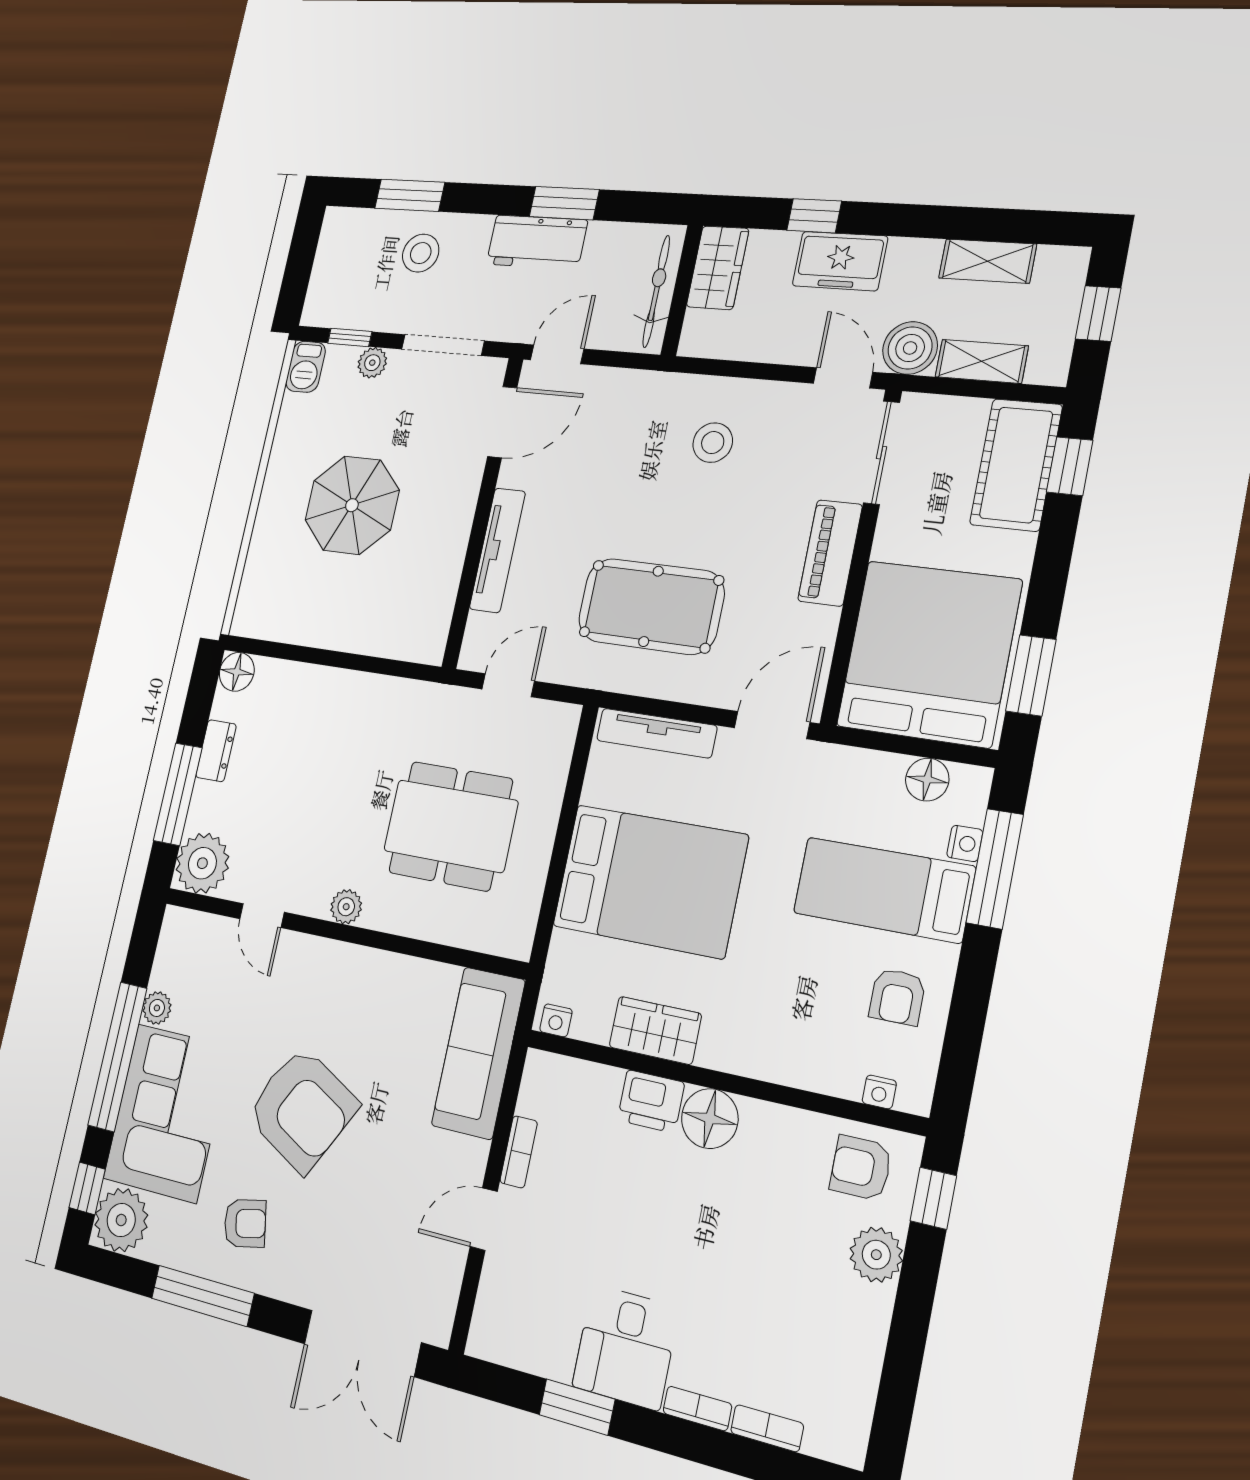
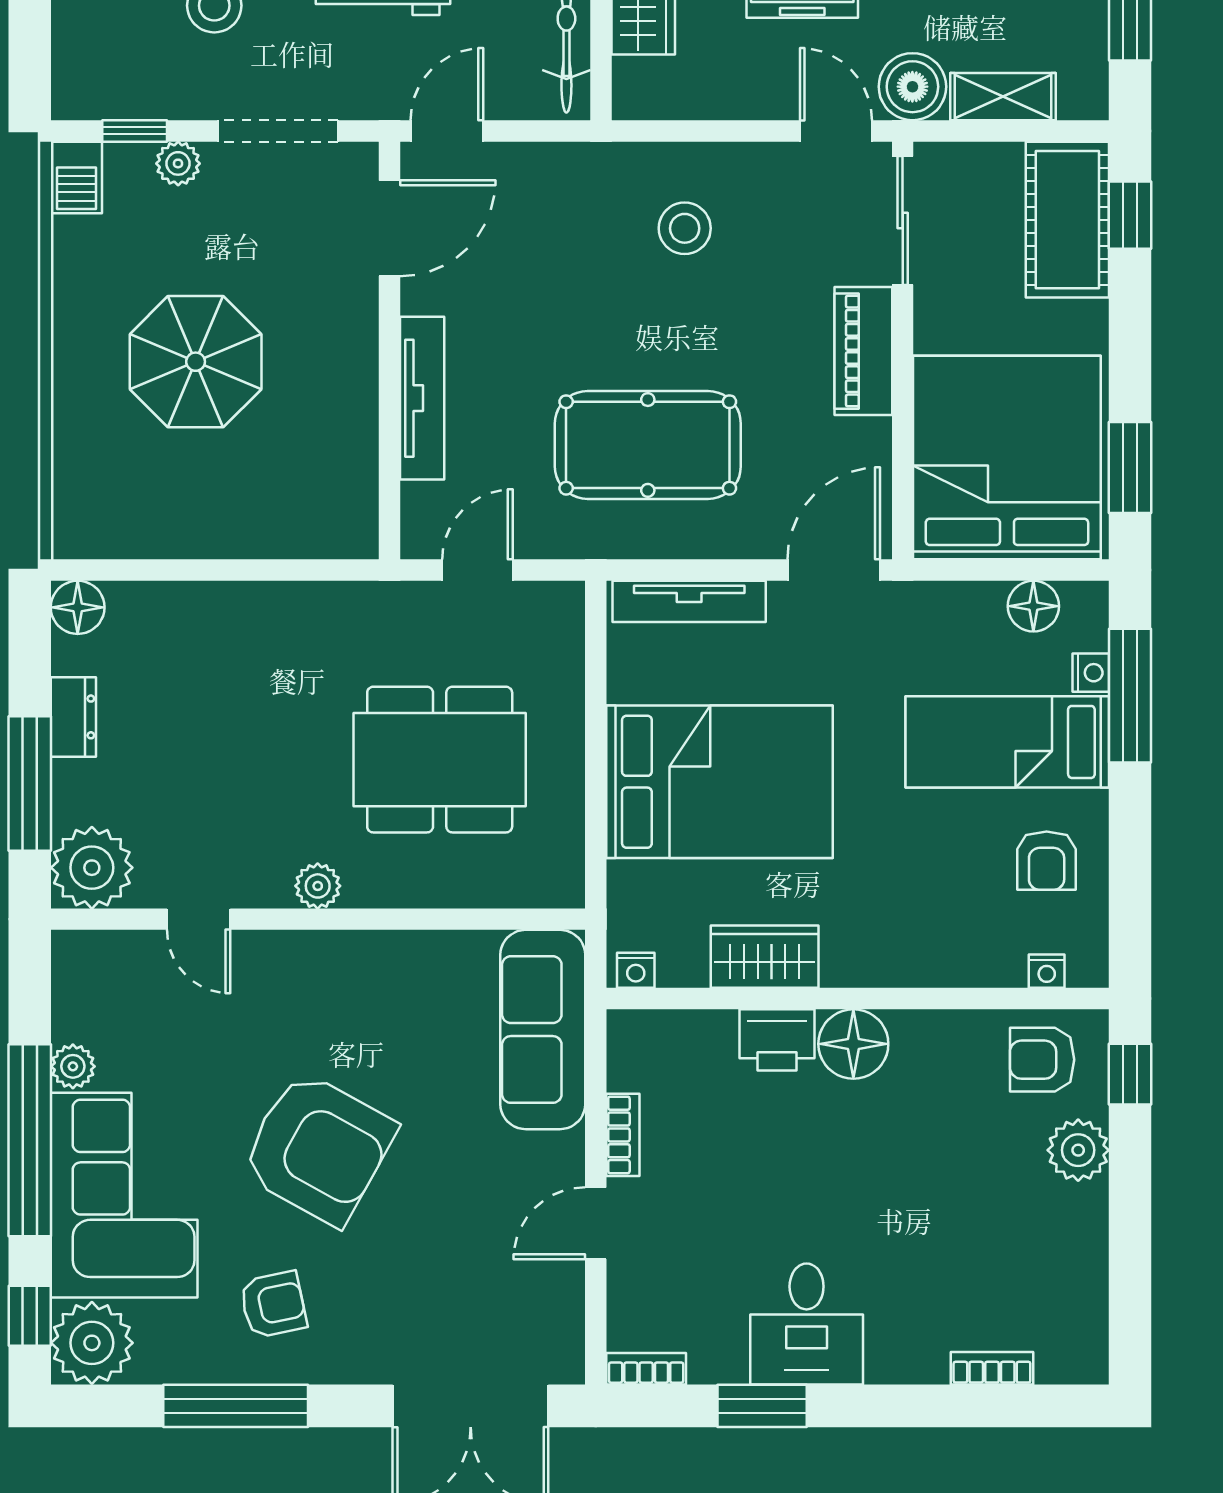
bookcase: (697, 1408) -> (646, 1369), moved

